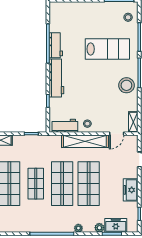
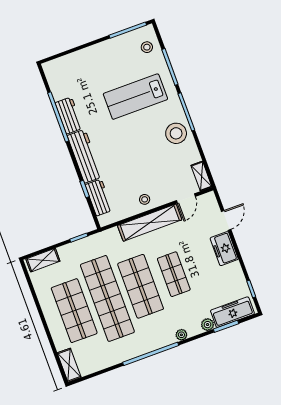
lab bench: (107, 49) -> (135, 97), turned 180
workbench: (65, 126) -> (99, 197), moved, turned 90
shop shelf: (36, 184) -> (107, 298), width x2.00, depth x1.36
shop shelf: (89, 184) -> (174, 274), width x0.70, depth x0.74
freezer: (131, 190) -> (224, 249), moved
freezer: (116, 225) -> (232, 312), width x1.40

